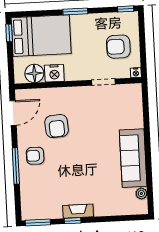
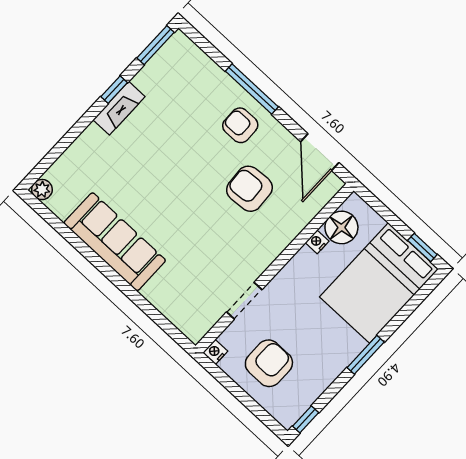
nightstand: (54, 73) -> (317, 242), width x0.53, depth x0.56
armchair: (35, 156) -> (240, 125), turned -91
plant: (141, 194) -> (42, 190), moved

